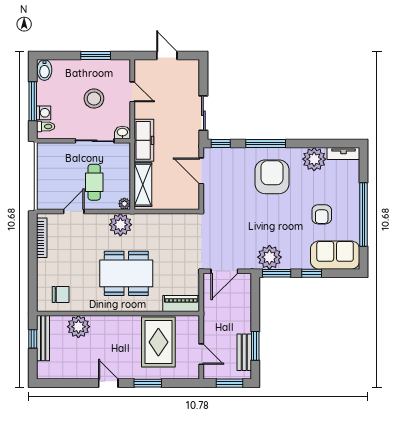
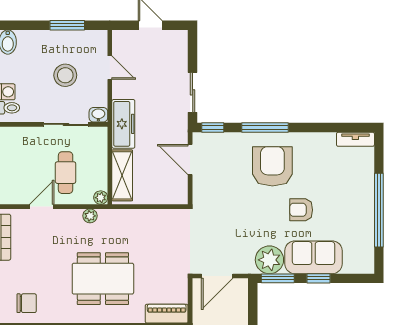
plant: (314, 159) -> (321, 146), removed
armchair: (322, 214) -> (301, 210), moved, turned 90
plant: (120, 225) -> (90, 216), width x0.53, depth x0.53
sofa: (335, 255) -> (313, 257), moved

